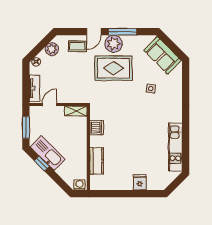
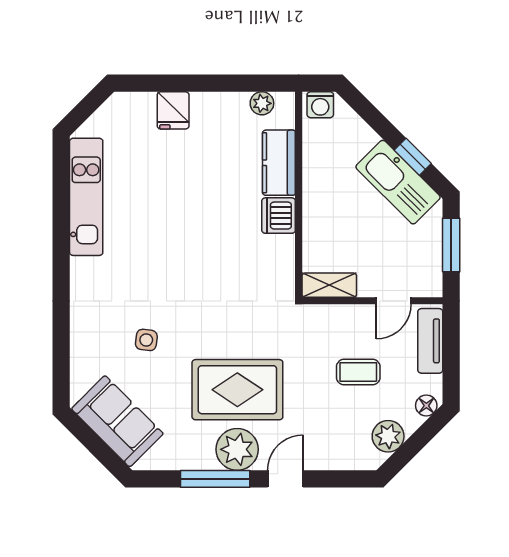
coffee table: (77, 46) -> (358, 372), moved
dishwasher: (97, 128) -> (279, 216), moved
plant: (103, 185) -> (262, 103), added

